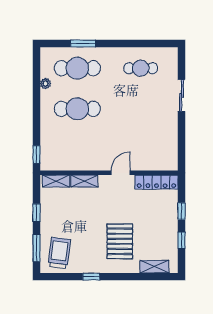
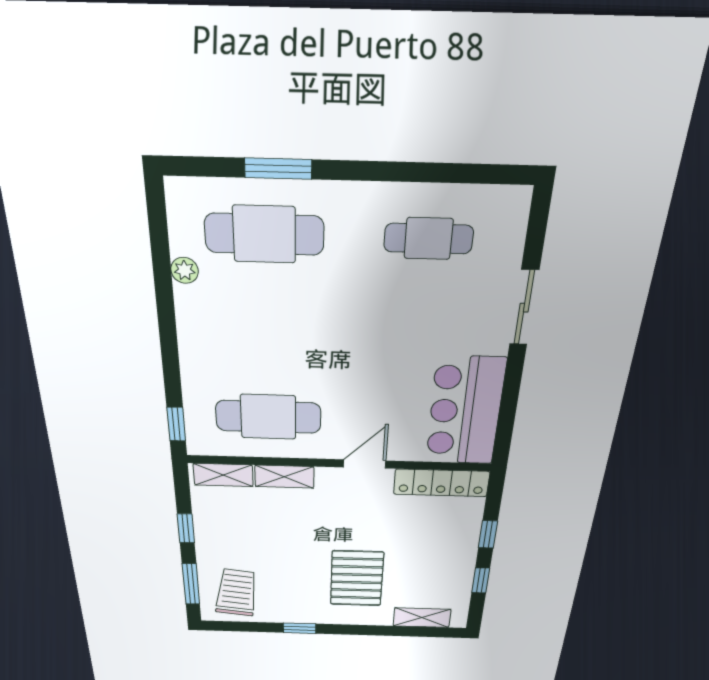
cafe table: (77, 109) -> (268, 417), moved
bar counter: (163, 144) -> (465, 411), added

